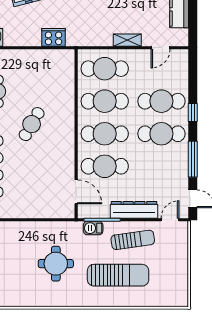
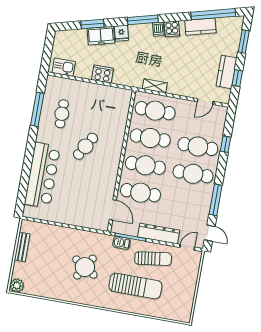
window: (193, 14) -> (237, 78), added
cooker: (54, 37) -> (103, 74), moved
shelving: (127, 40) -> (155, 86), moved
window: (193, 112) -> (225, 144), moved
round table: (56, 264) -> (85, 267), turned 32

